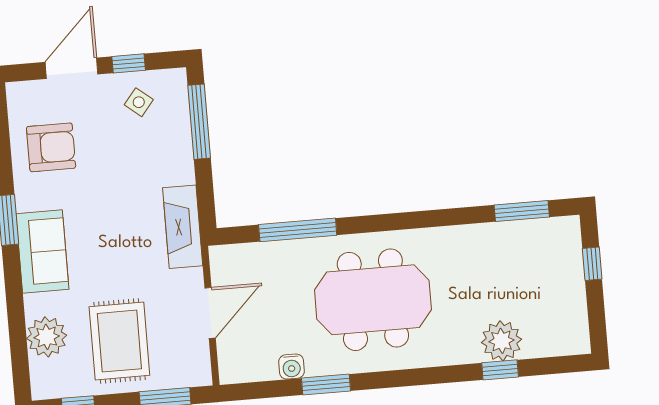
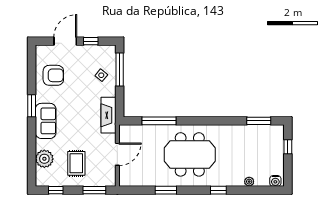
side table: (139, 102) -> (101, 75), moved
rug: (119, 341) -> (76, 163), width x0.73, depth x0.70
plant: (501, 341) -> (249, 182), width x0.53, depth x0.53
water cooler: (291, 367) -> (275, 181), moved
window: (500, 370) -> (218, 190), moved

